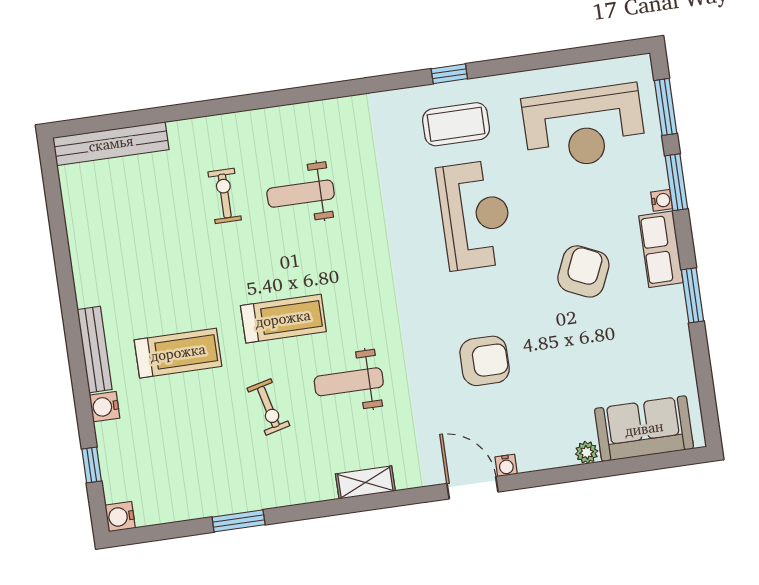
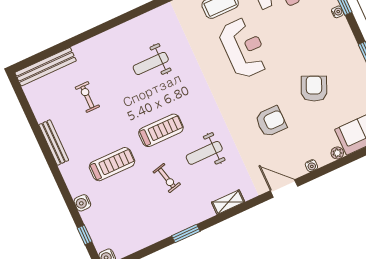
exercise bike: (225, 196) -> (87, 97), moved
row of seats: (661, 249) -> (345, 37), removed
armchair: (583, 271) -> (314, 89), moved
bench: (95, 350) -> (54, 142), moved
water cooler: (506, 465) -> (311, 166), moved
window: (239, 521) -> (186, 233), moved

